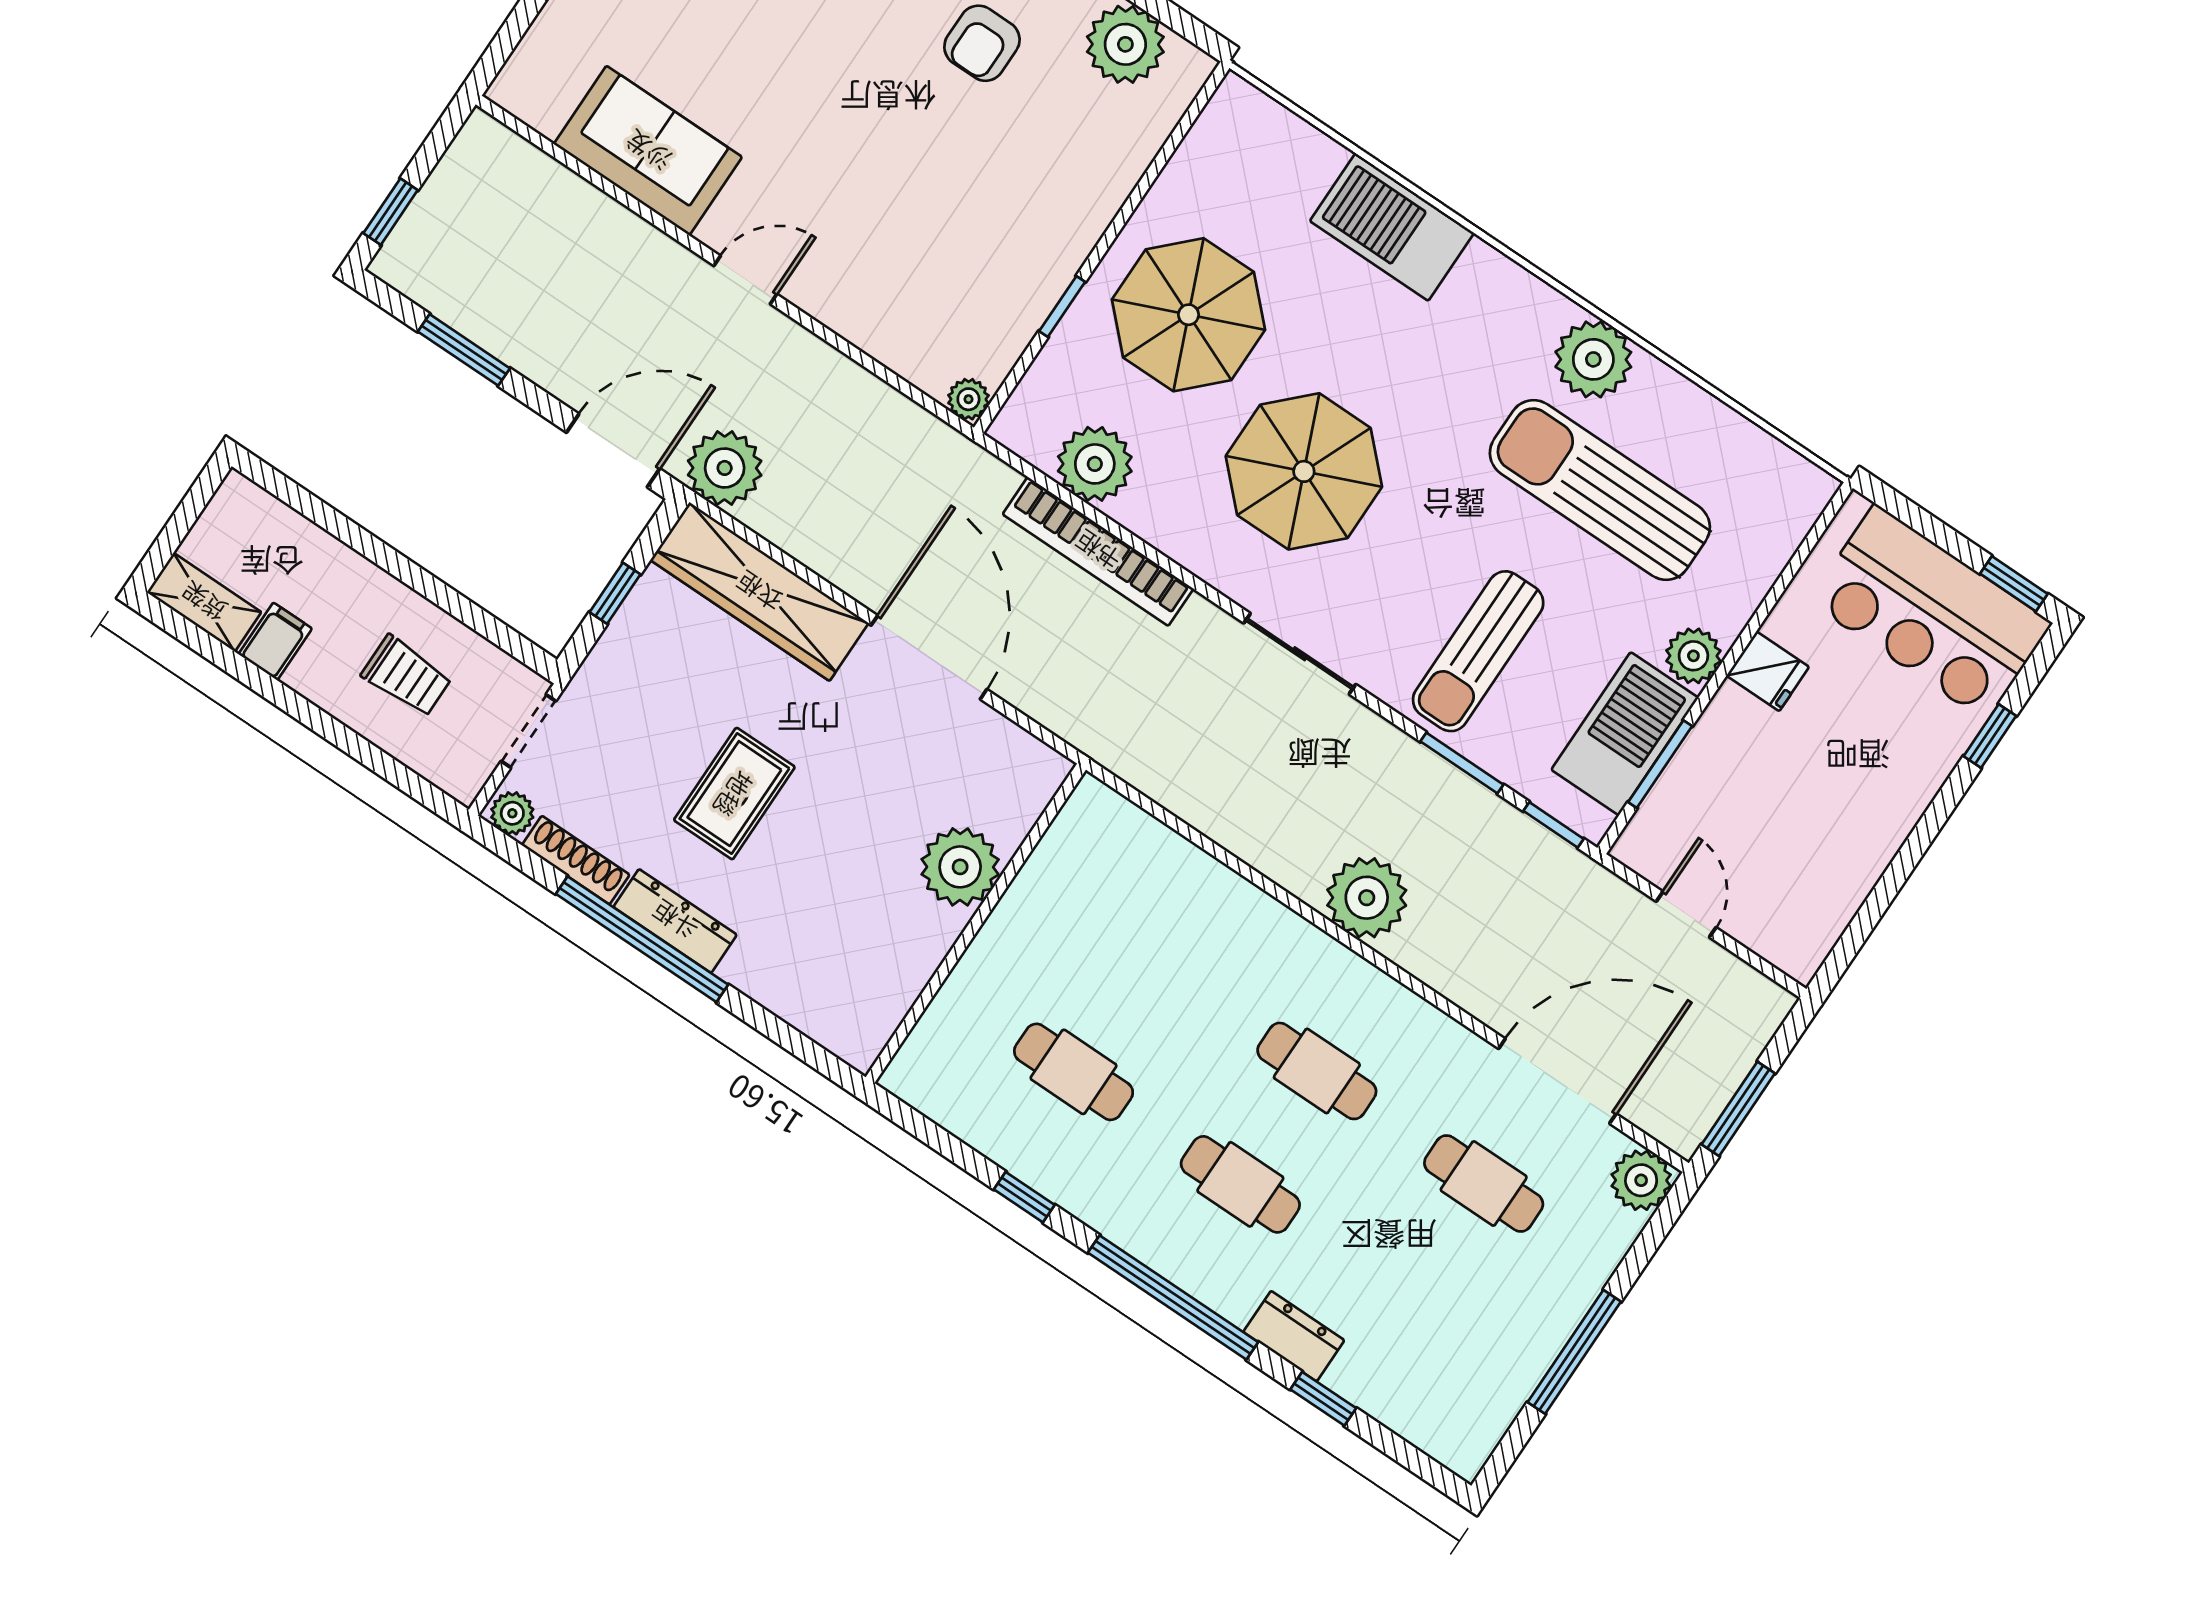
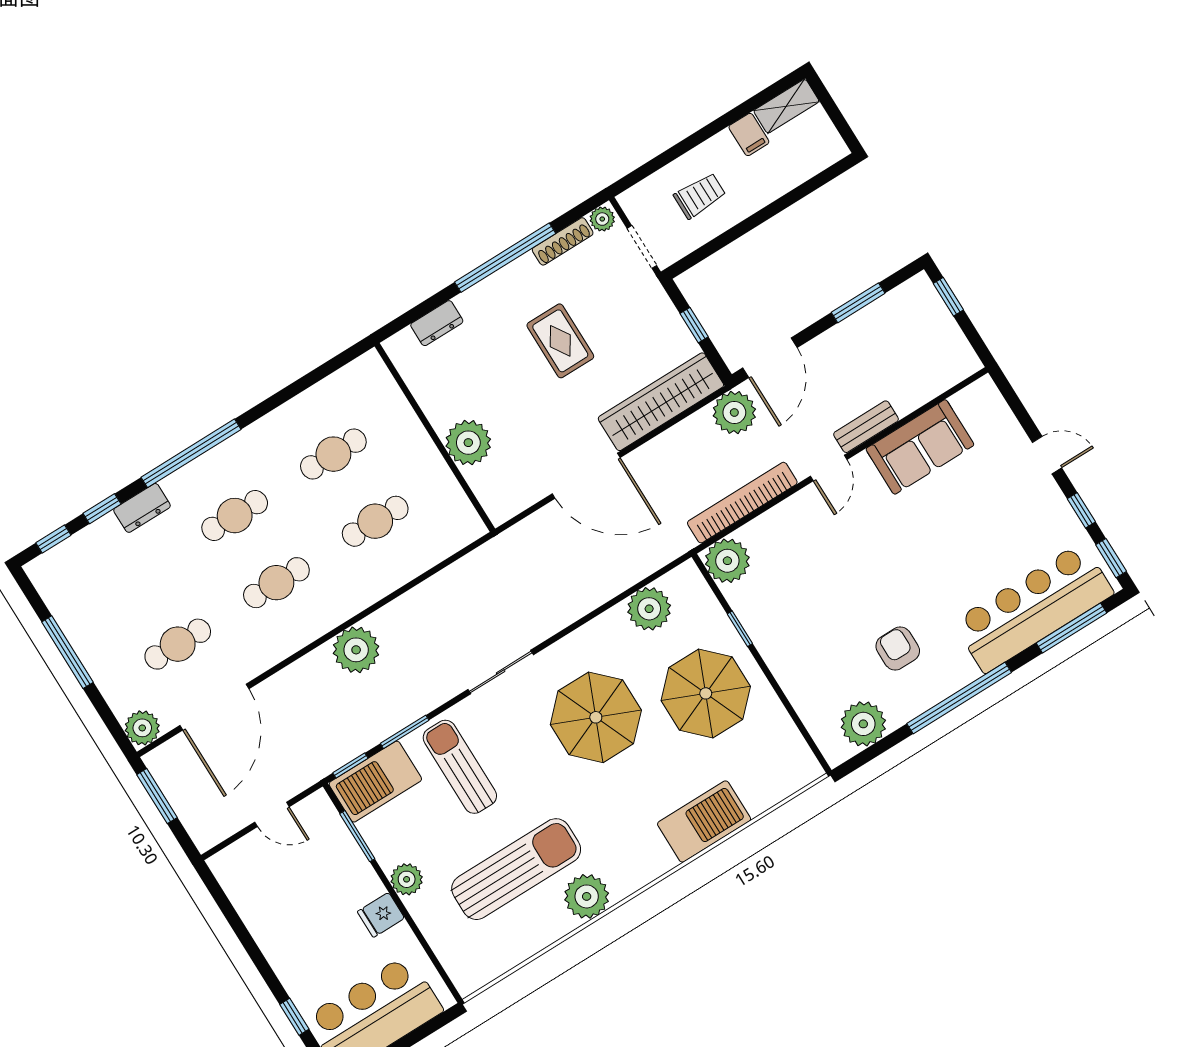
bench: (654, 250) -> (866, 427), added
plant: (968, 399) -> (727, 561), width x1.87, depth x1.87
bookcase: (1098, 551) -> (742, 503), moved
trolley: (406, 676) -> (700, 196), turned 180
barbecue: (1625, 734) -> (375, 782), moved, turned 90
dresser: (675, 921) -> (437, 323), moved, width x0.70
cafe table: (1150, 958) -> (375, 521), added
window: (1024, 1197) -> (53, 539), moved

